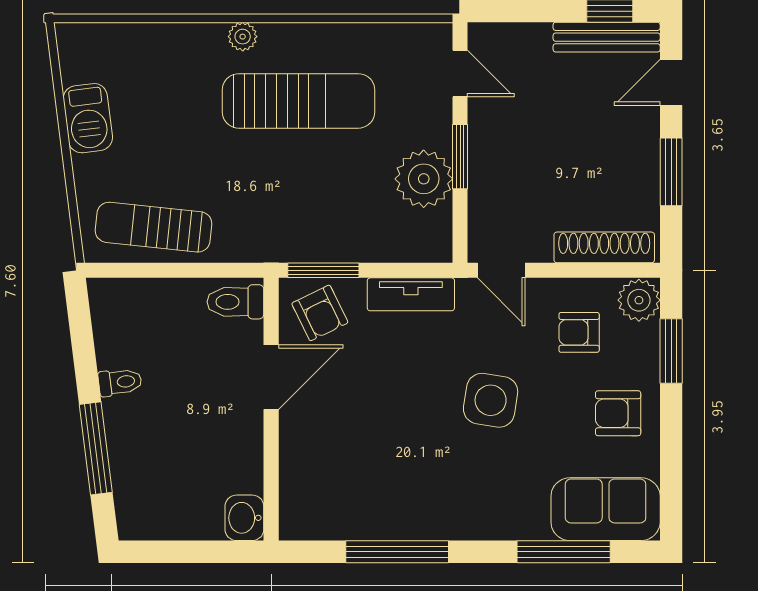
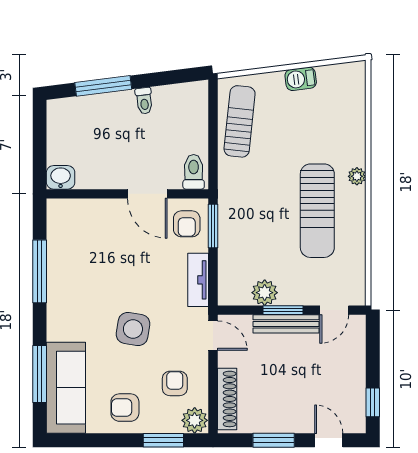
bench: (607, 37) -> (286, 324), moved, turned 90
barbecue: (88, 118) -> (301, 79), width x0.73, depth x0.79
plant: (424, 179) -> (265, 293), width x0.73, depth x0.73
door: (501, 270) -> (213, 336), swing flipped
armchair: (320, 313) -> (187, 224), turned -64
armchair: (618, 413) -> (125, 408), turned -90
sofa: (606, 509) -> (66, 388), width x1.36

